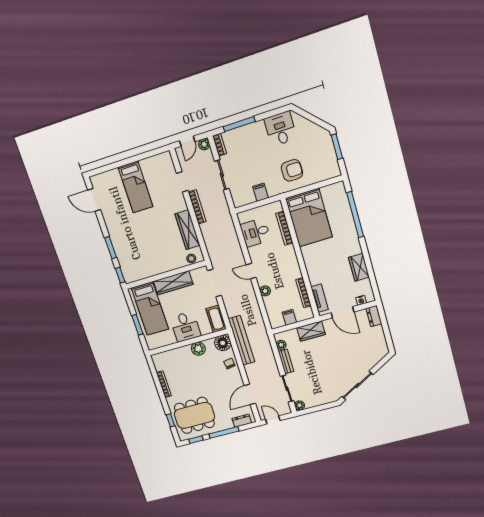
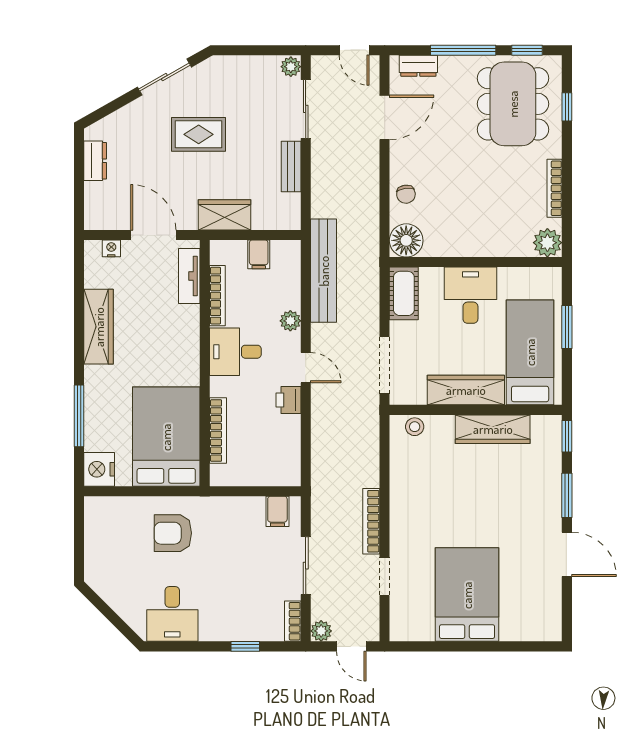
window: (239, 124) -> (245, 646), width x0.46
door: (187, 141) -> (351, 646), swing flipped
window: (337, 147) -> (79, 550), removed
bed: (135, 187) -> (467, 595), width x1.50
nightstand: (338, 191) -> (99, 469), added
filing cabinet: (261, 192) -> (277, 511), moved
door: (94, 200) -> (567, 554), moved
window: (355, 215) -> (79, 416), width x0.68
wardrobe: (187, 230) -> (493, 429), moved, turned 90
desk: (255, 232) -> (235, 352), moved, turned 180
printer: (255, 253) -> (288, 400), added
wardrobe: (359, 267) -> (99, 327), width x1.50
dresser: (374, 316) -> (95, 161), moved
bench: (242, 340) -> (324, 271), moved
plant: (281, 345) -> (291, 204), removed
plant: (198, 349) -> (547, 243), moved
rug: (334, 364) -> (199, 134), added
sliding door: (357, 385) -> (164, 77), width x0.73
dining table: (194, 415) -> (513, 104), turned 90

